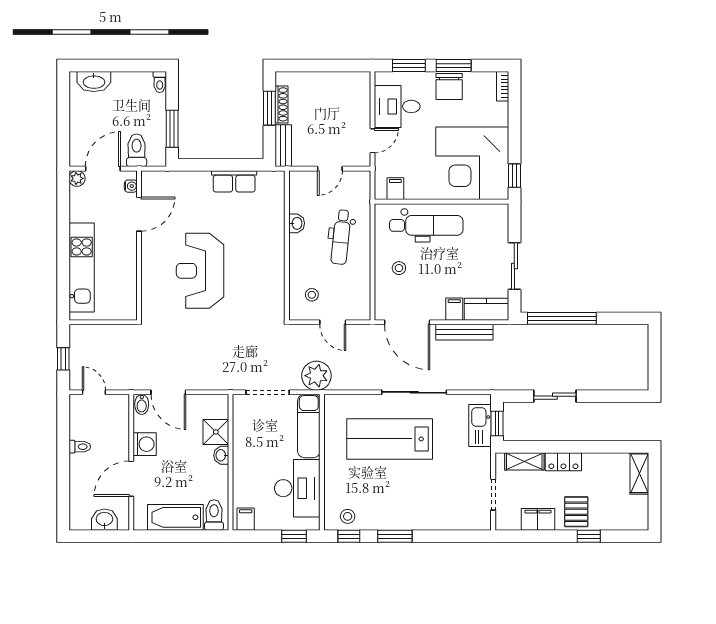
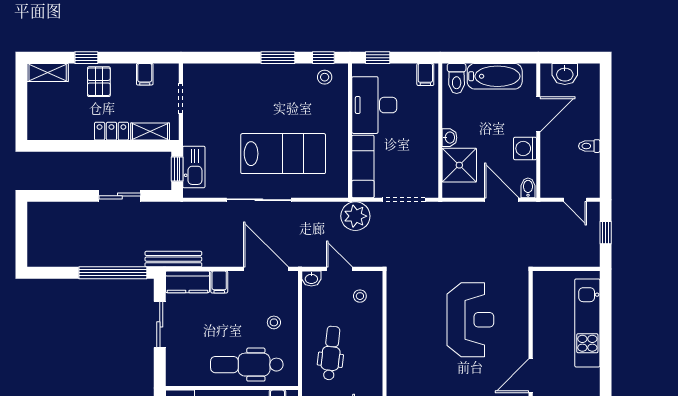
washbasin: (297, 223) -> (311, 278), moved, turned -90
bench: (464, 332) -> (173, 259), moved
shower: (216, 432) -> (459, 165), width x1.36, depth x1.36
shelving: (639, 473) -> (48, 73), moved, turned 90
filing cabinet: (538, 519) -> (145, 74), width x0.50

